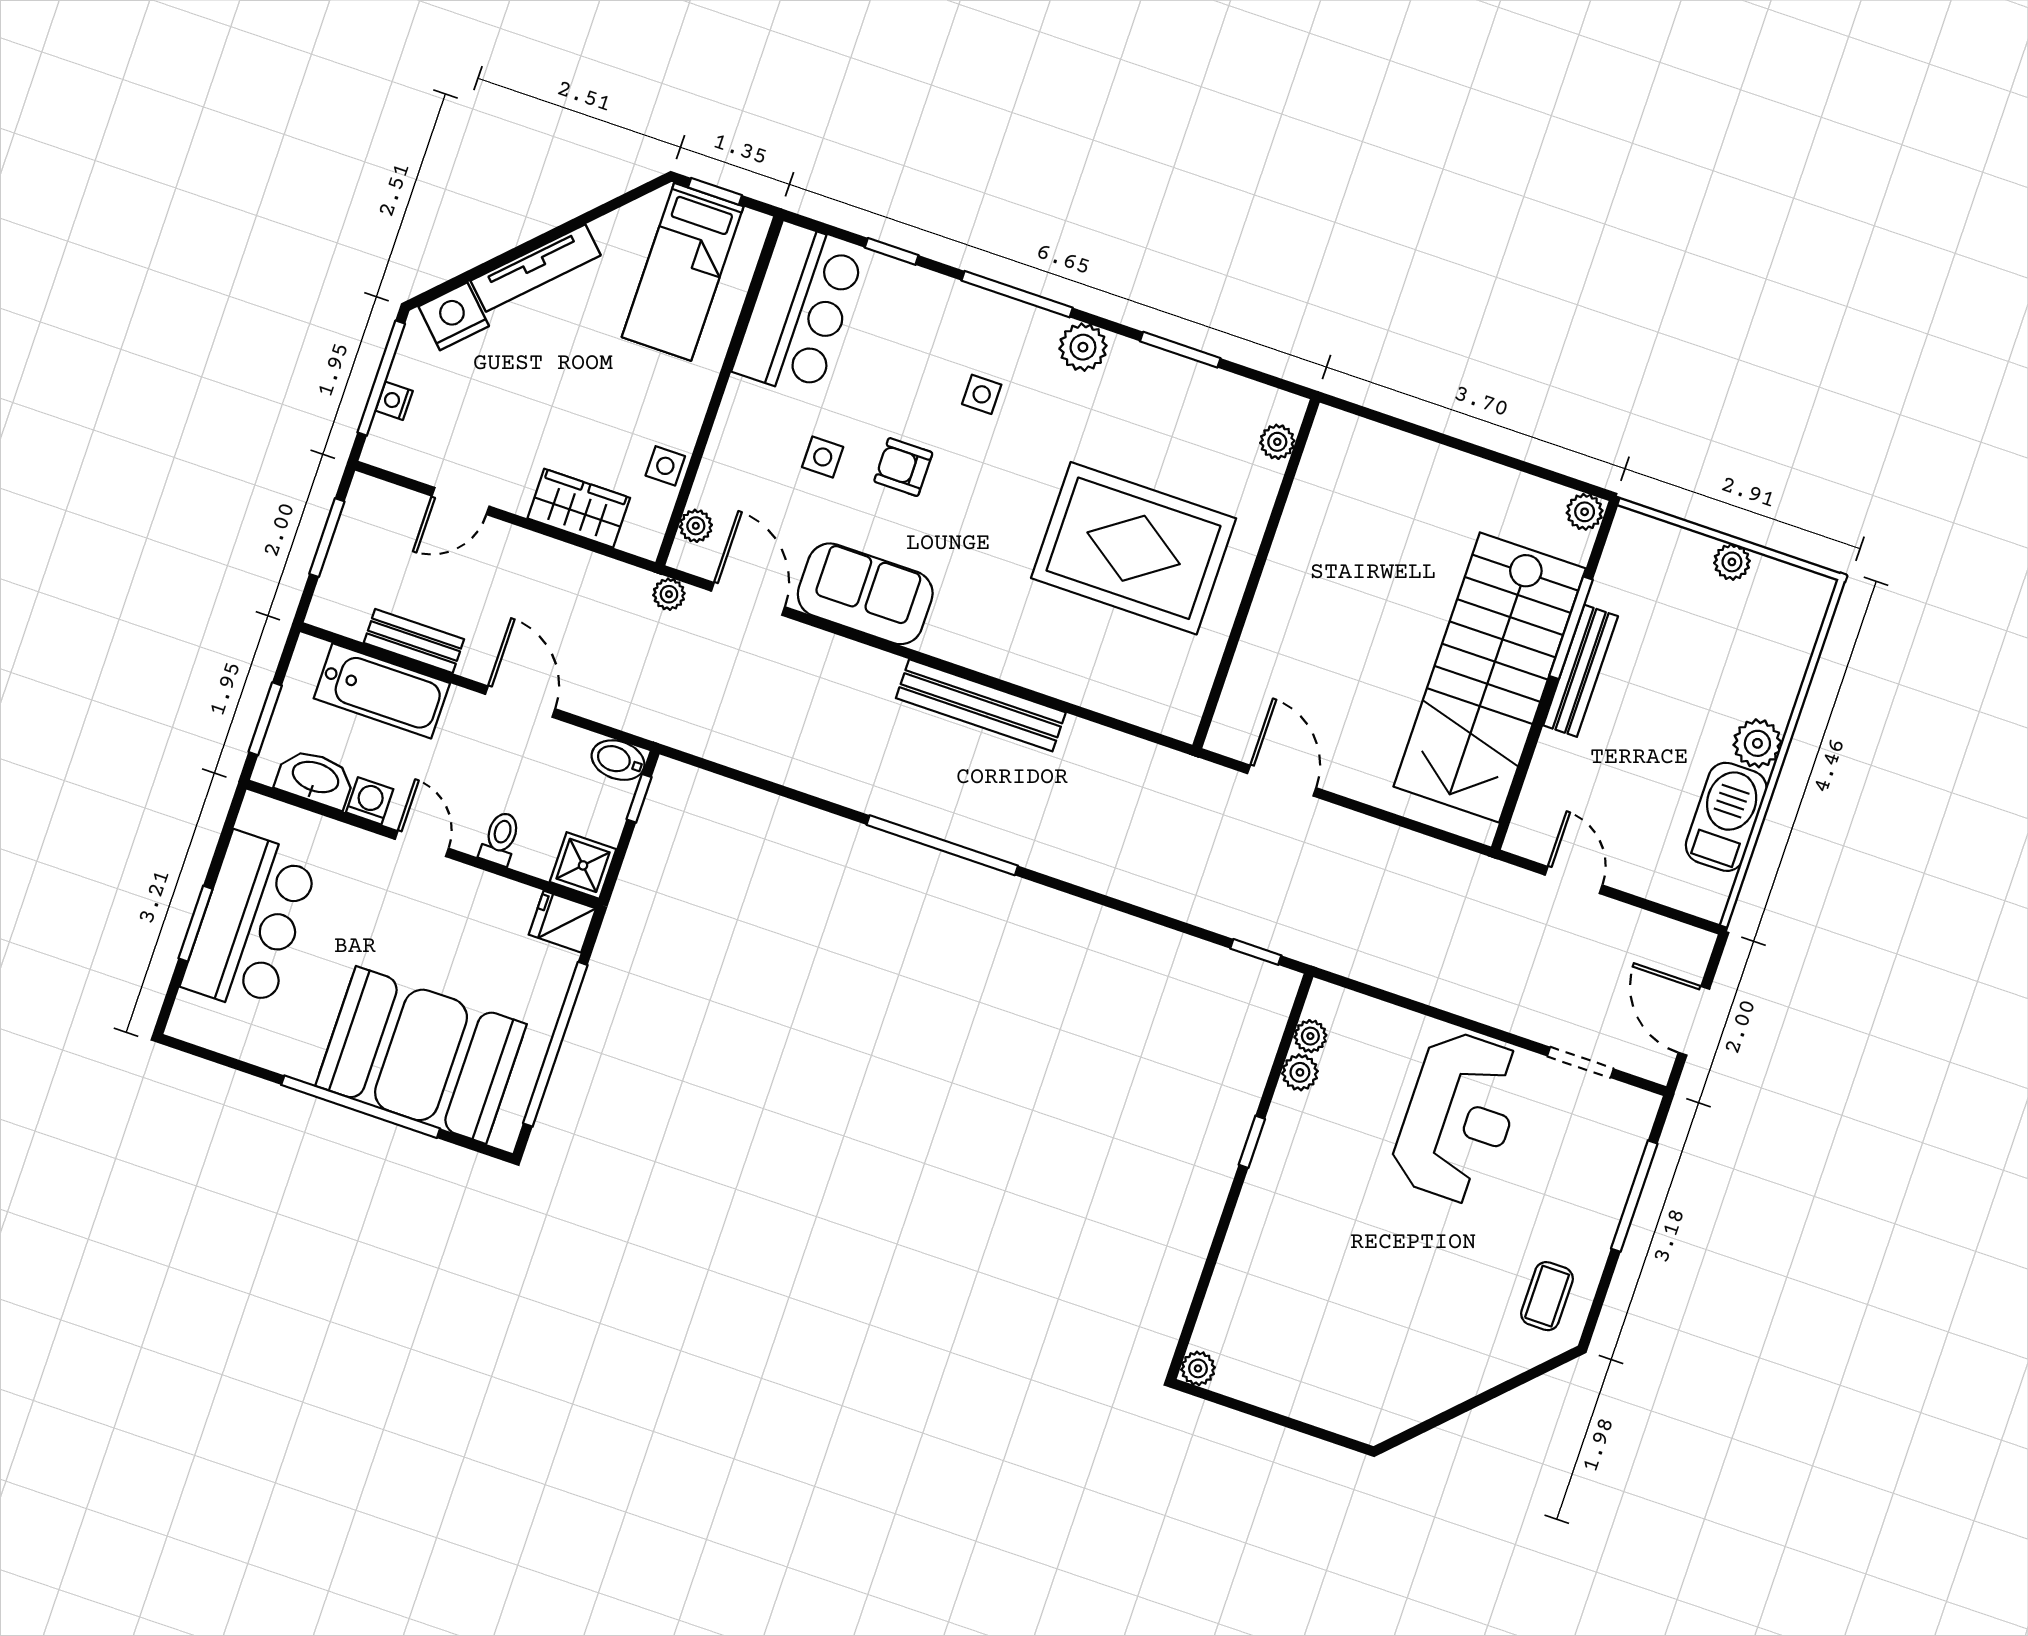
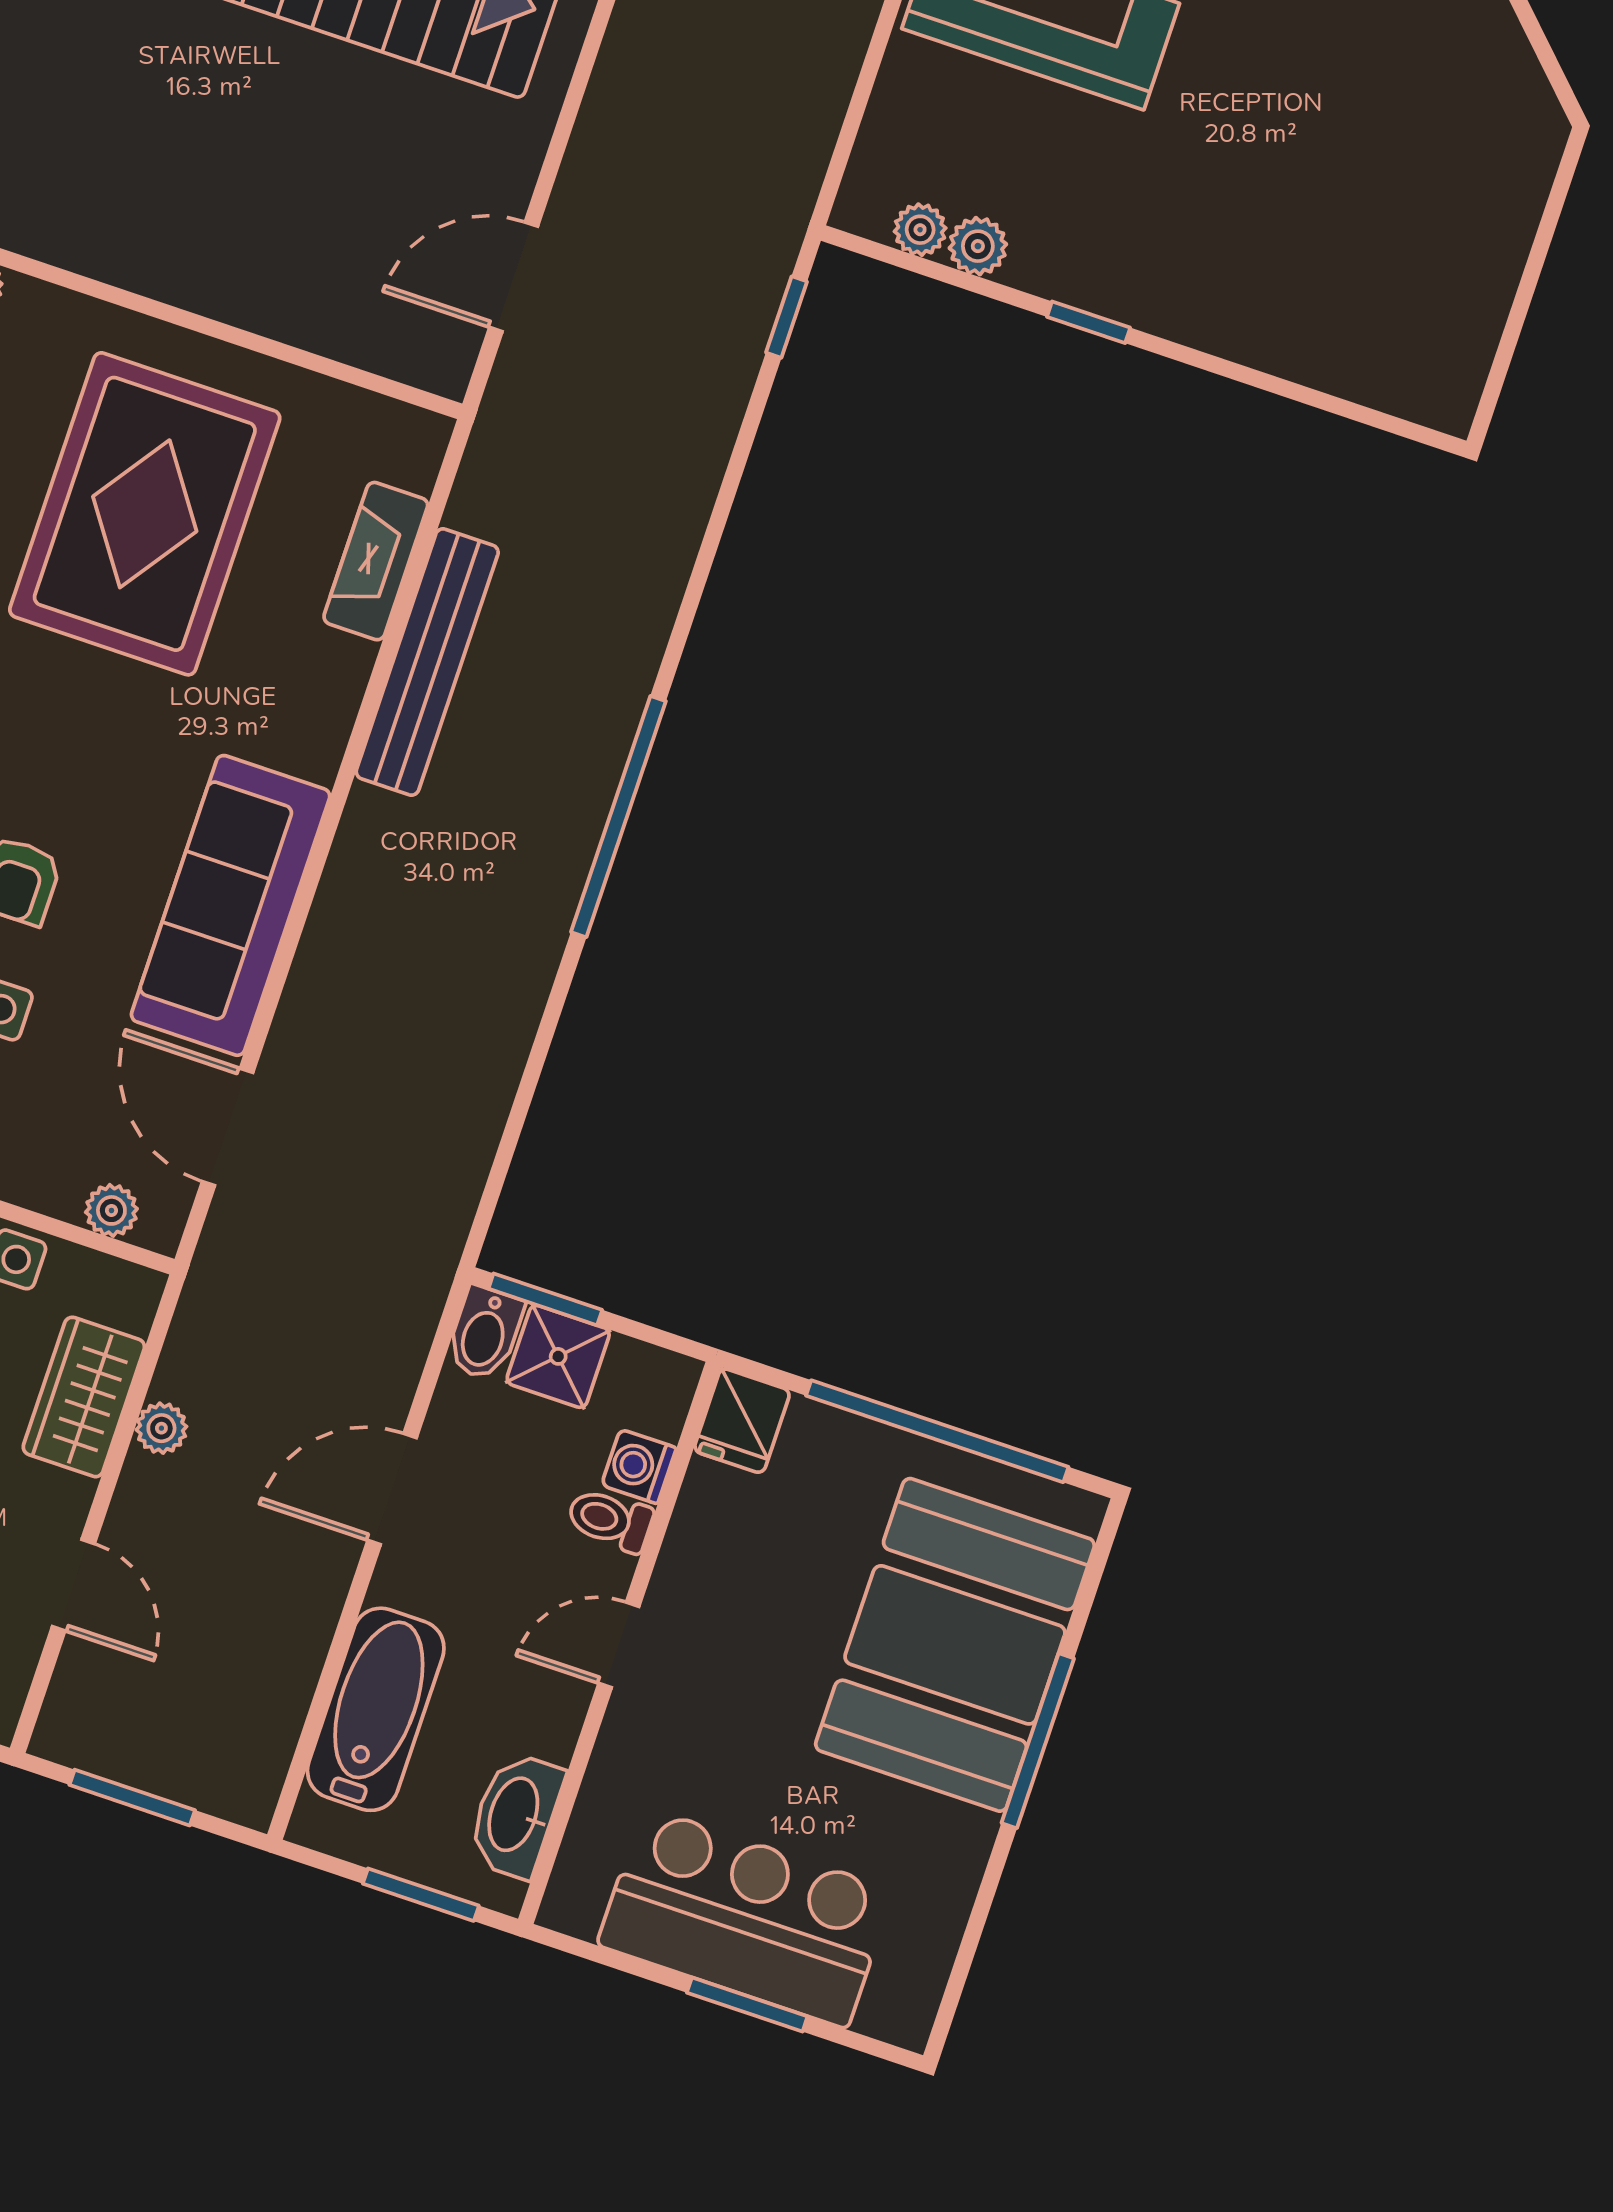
plant: (669, 594) -> (161, 1428), moved
sofa: (865, 594) -> (231, 905), width x1.36
door: (748, 599) -> (228, 1127), hinge flipped
bench: (414, 641) -> (296, 1659), removed
fireplace: (1103, 693) -> (376, 561), added
bench: (981, 705) -> (427, 662), moved
window: (639, 798) -> (545, 1299), width x1.50
washing machine: (370, 801) -> (639, 1467), moved
shower: (583, 865) -> (558, 1356), moved
window: (361, 1107) -> (1038, 1741), width x0.68
plant: (1198, 1368) -> (1450, 407), removed

